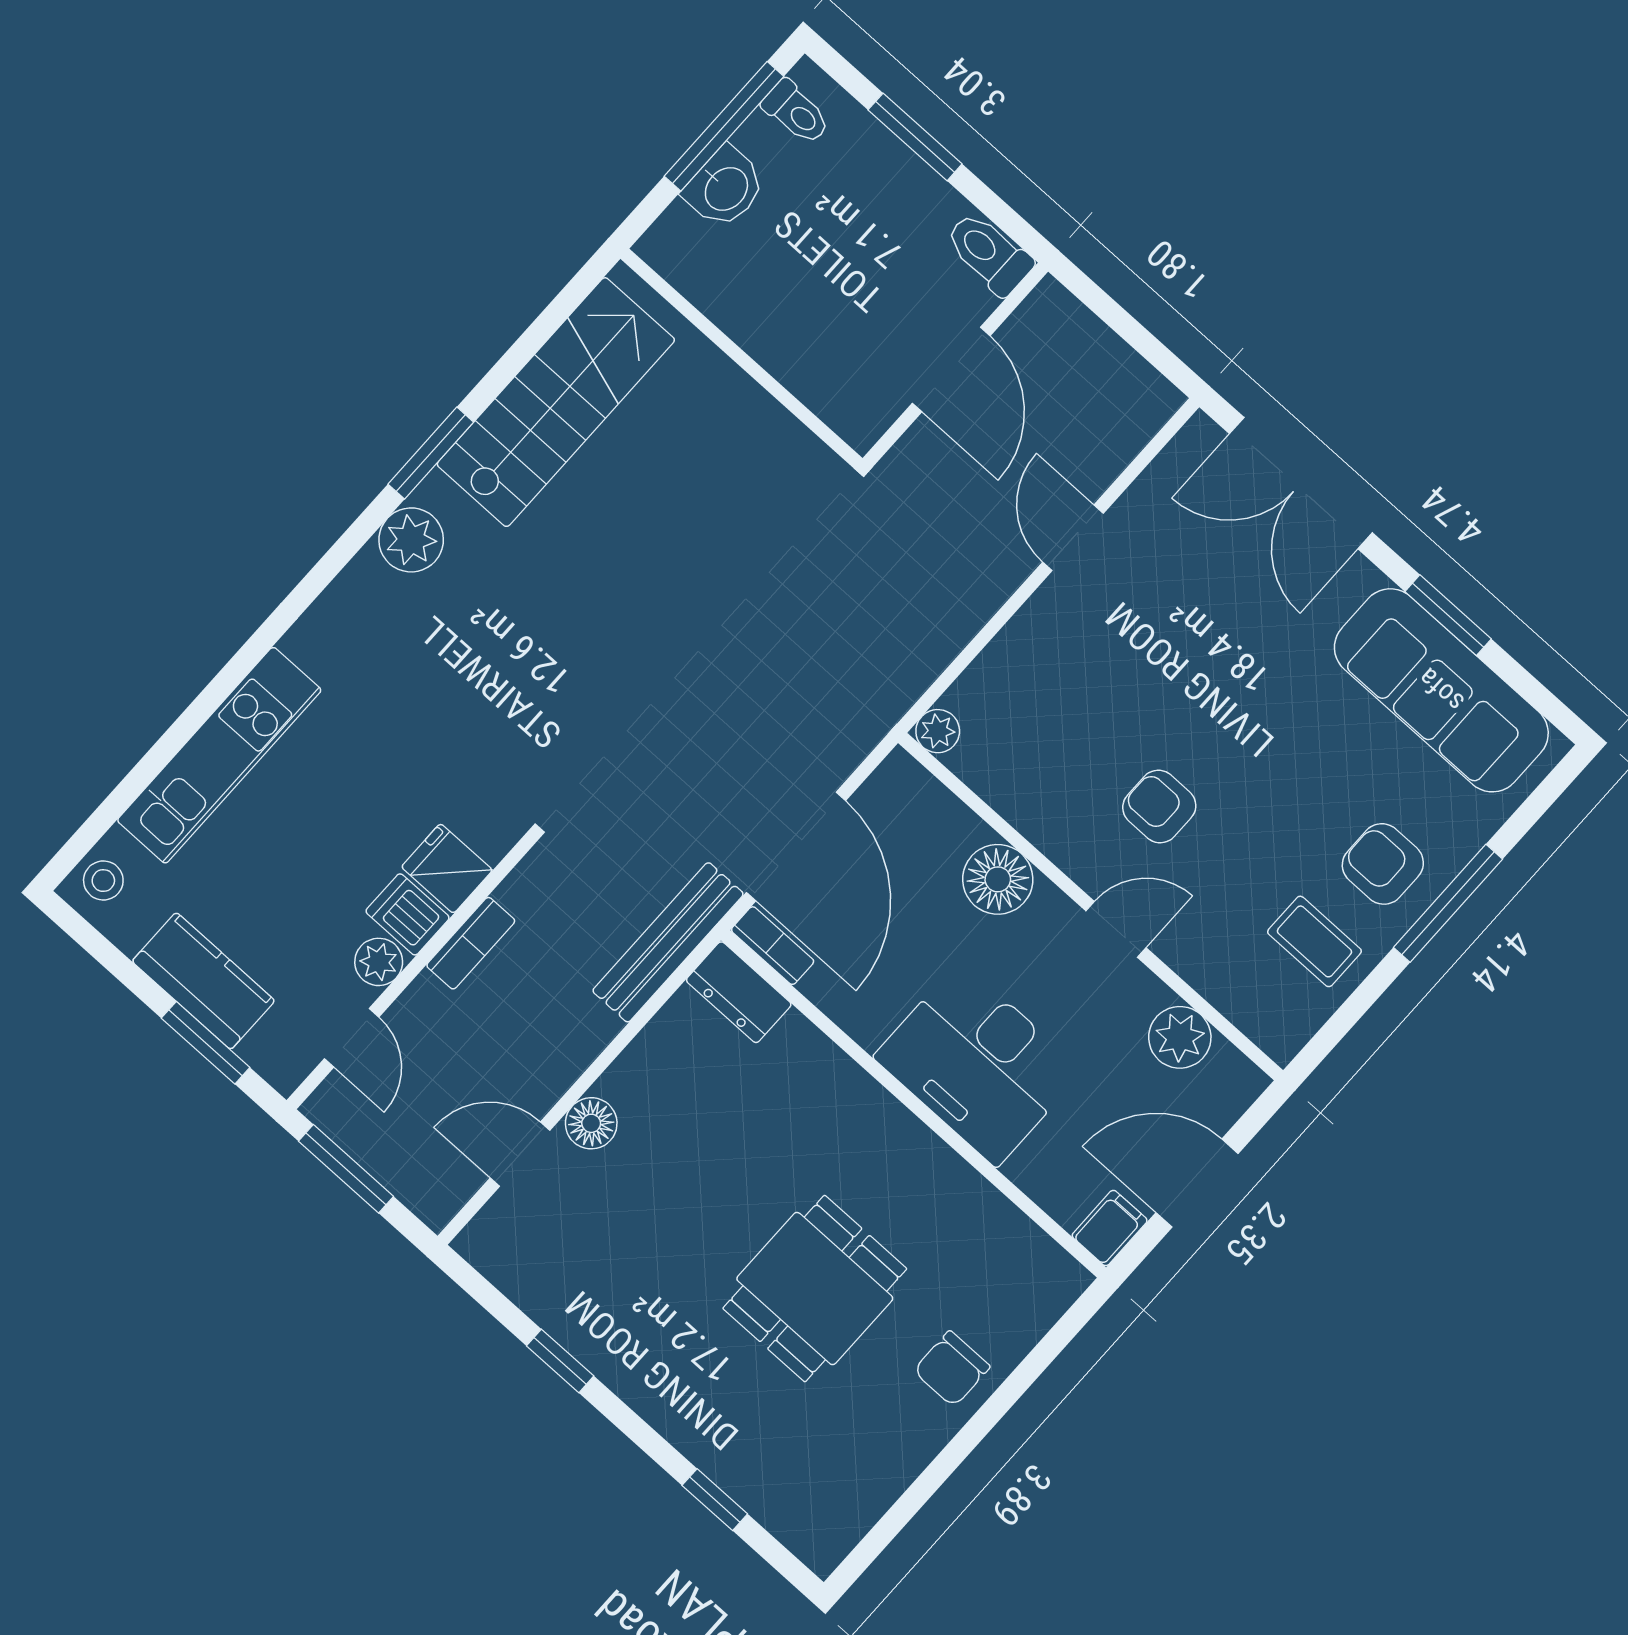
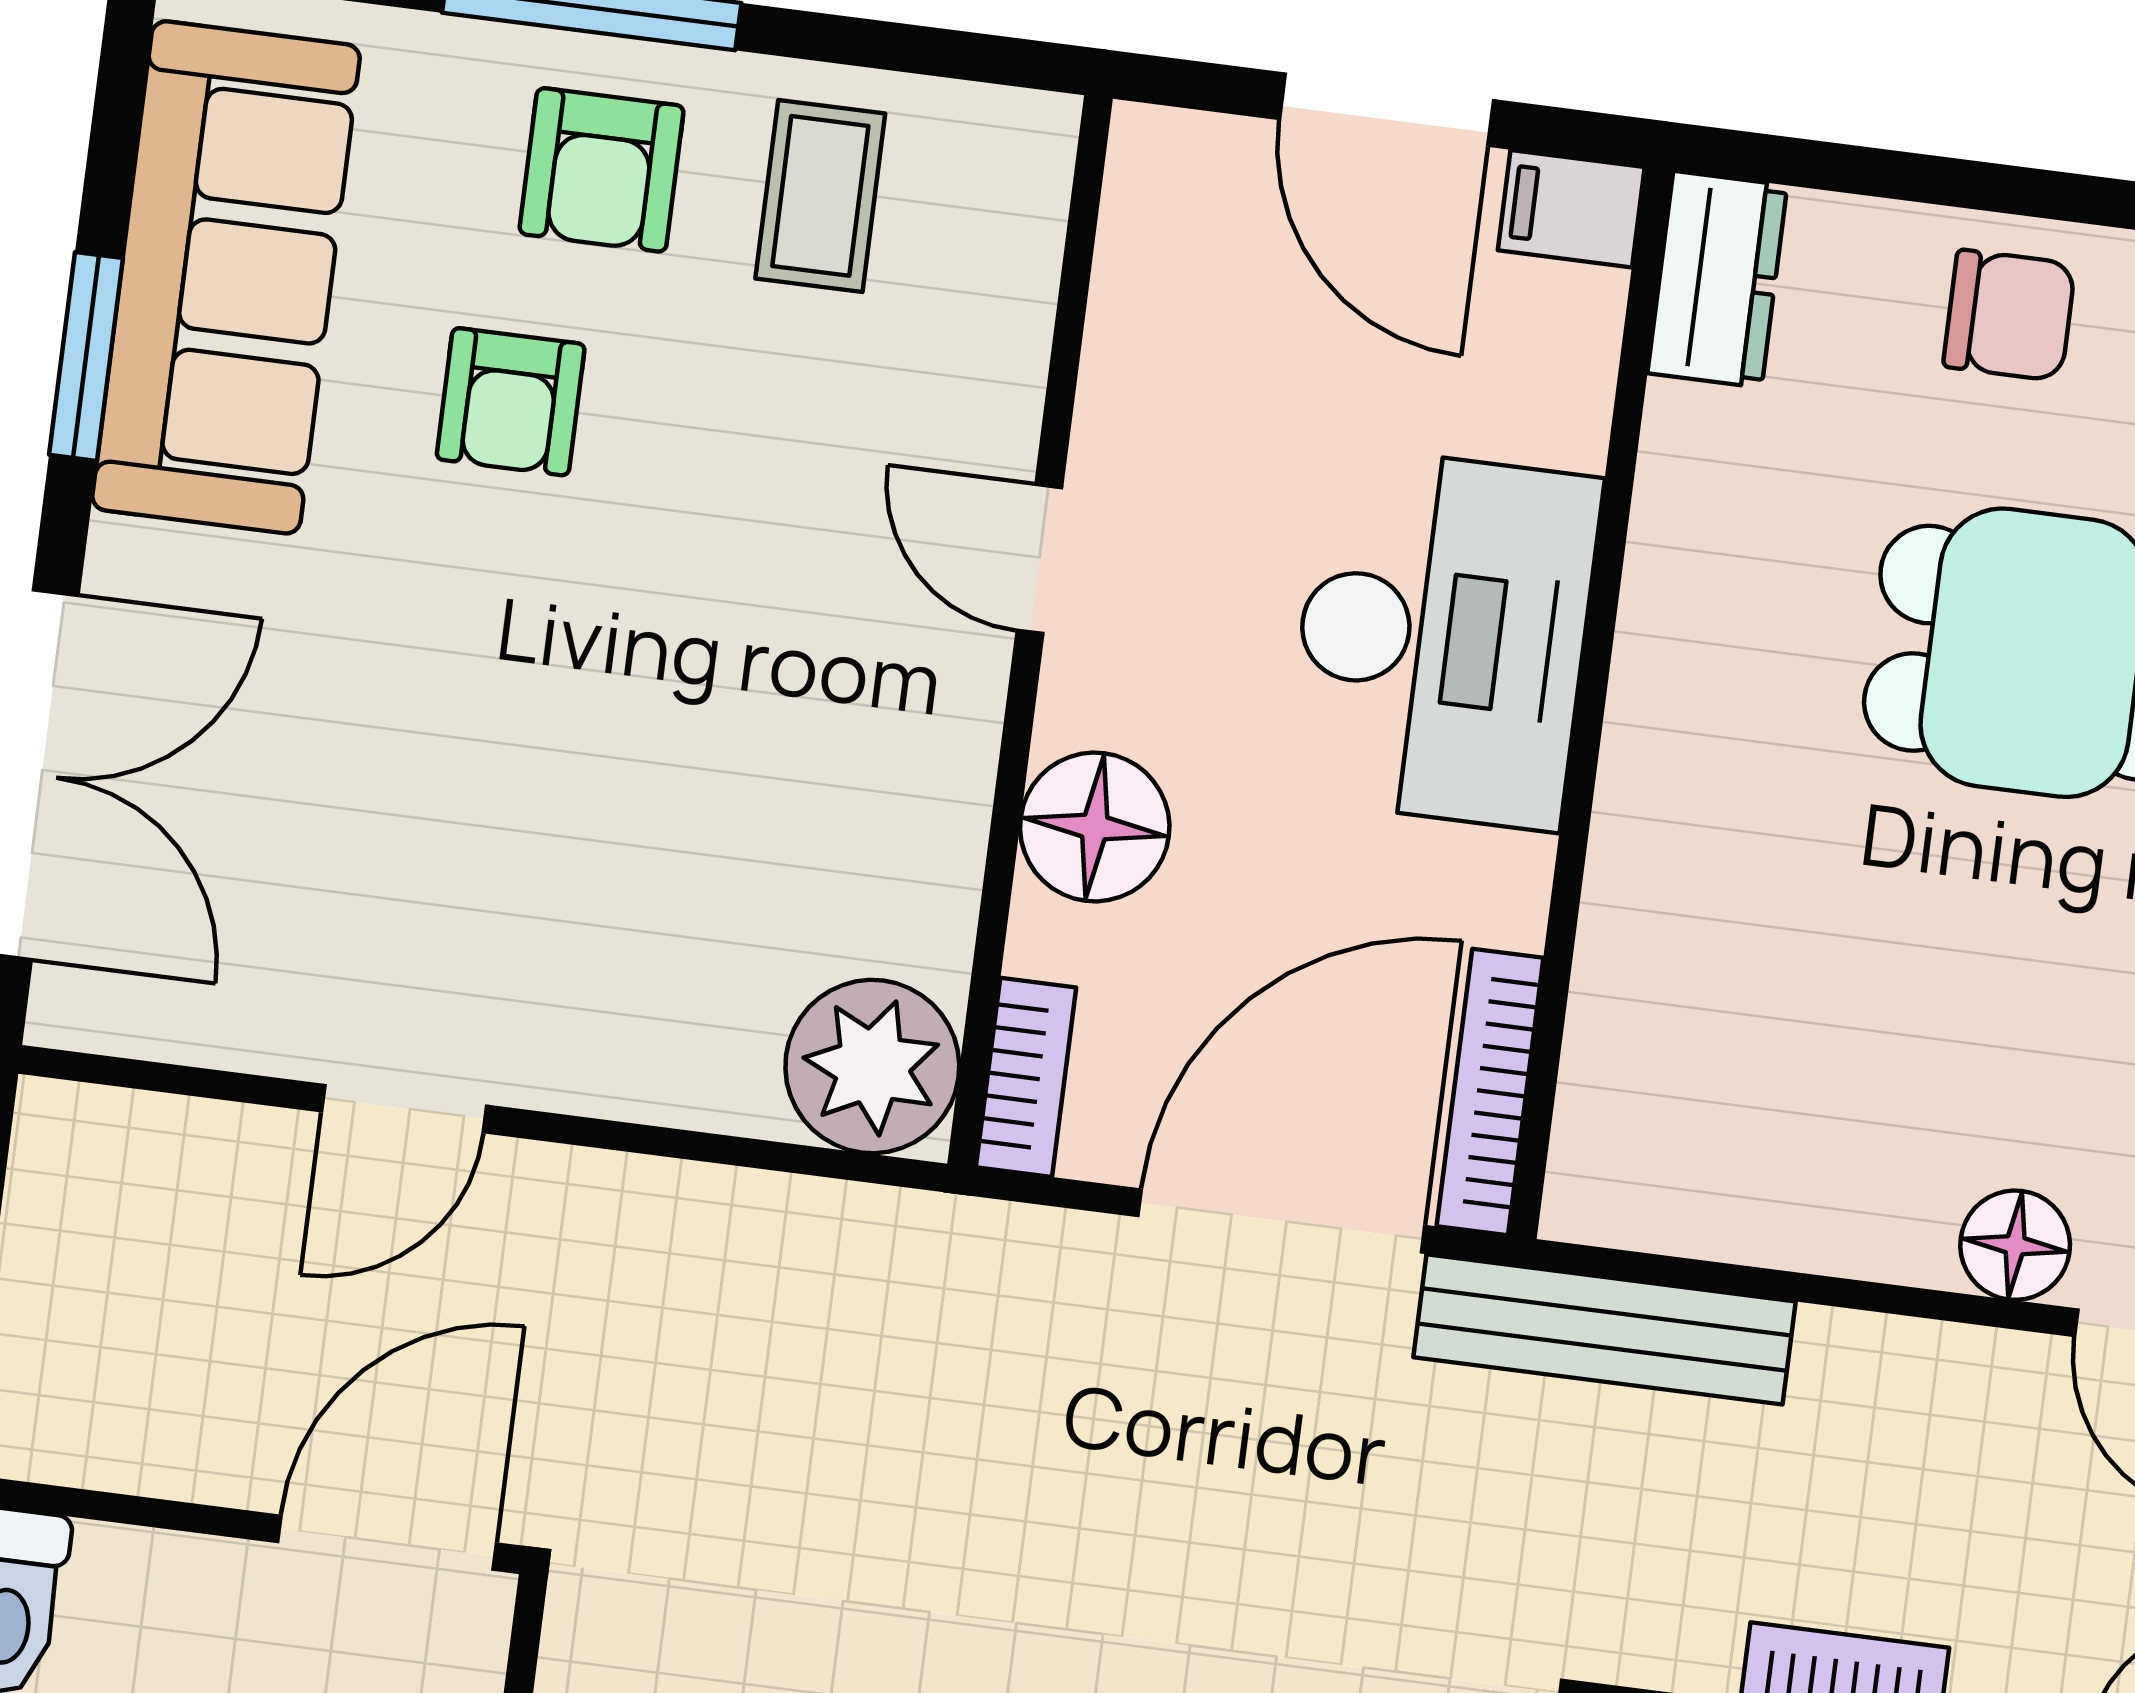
door: (951, 370) -> (387, 1543), moved
plant: (938, 731) -> (872, 1067), width x1.87, depth x1.87
bookcase: (919, 786) -> (1026, 1077), added
armchair: (1159, 807) -> (511, 402), moved
bookcase: (773, 946) -> (1490, 1092), width x1.56
dresser: (739, 992) -> (1717, 279), moved
plant: (1180, 1037) -> (1152, 316), removed

